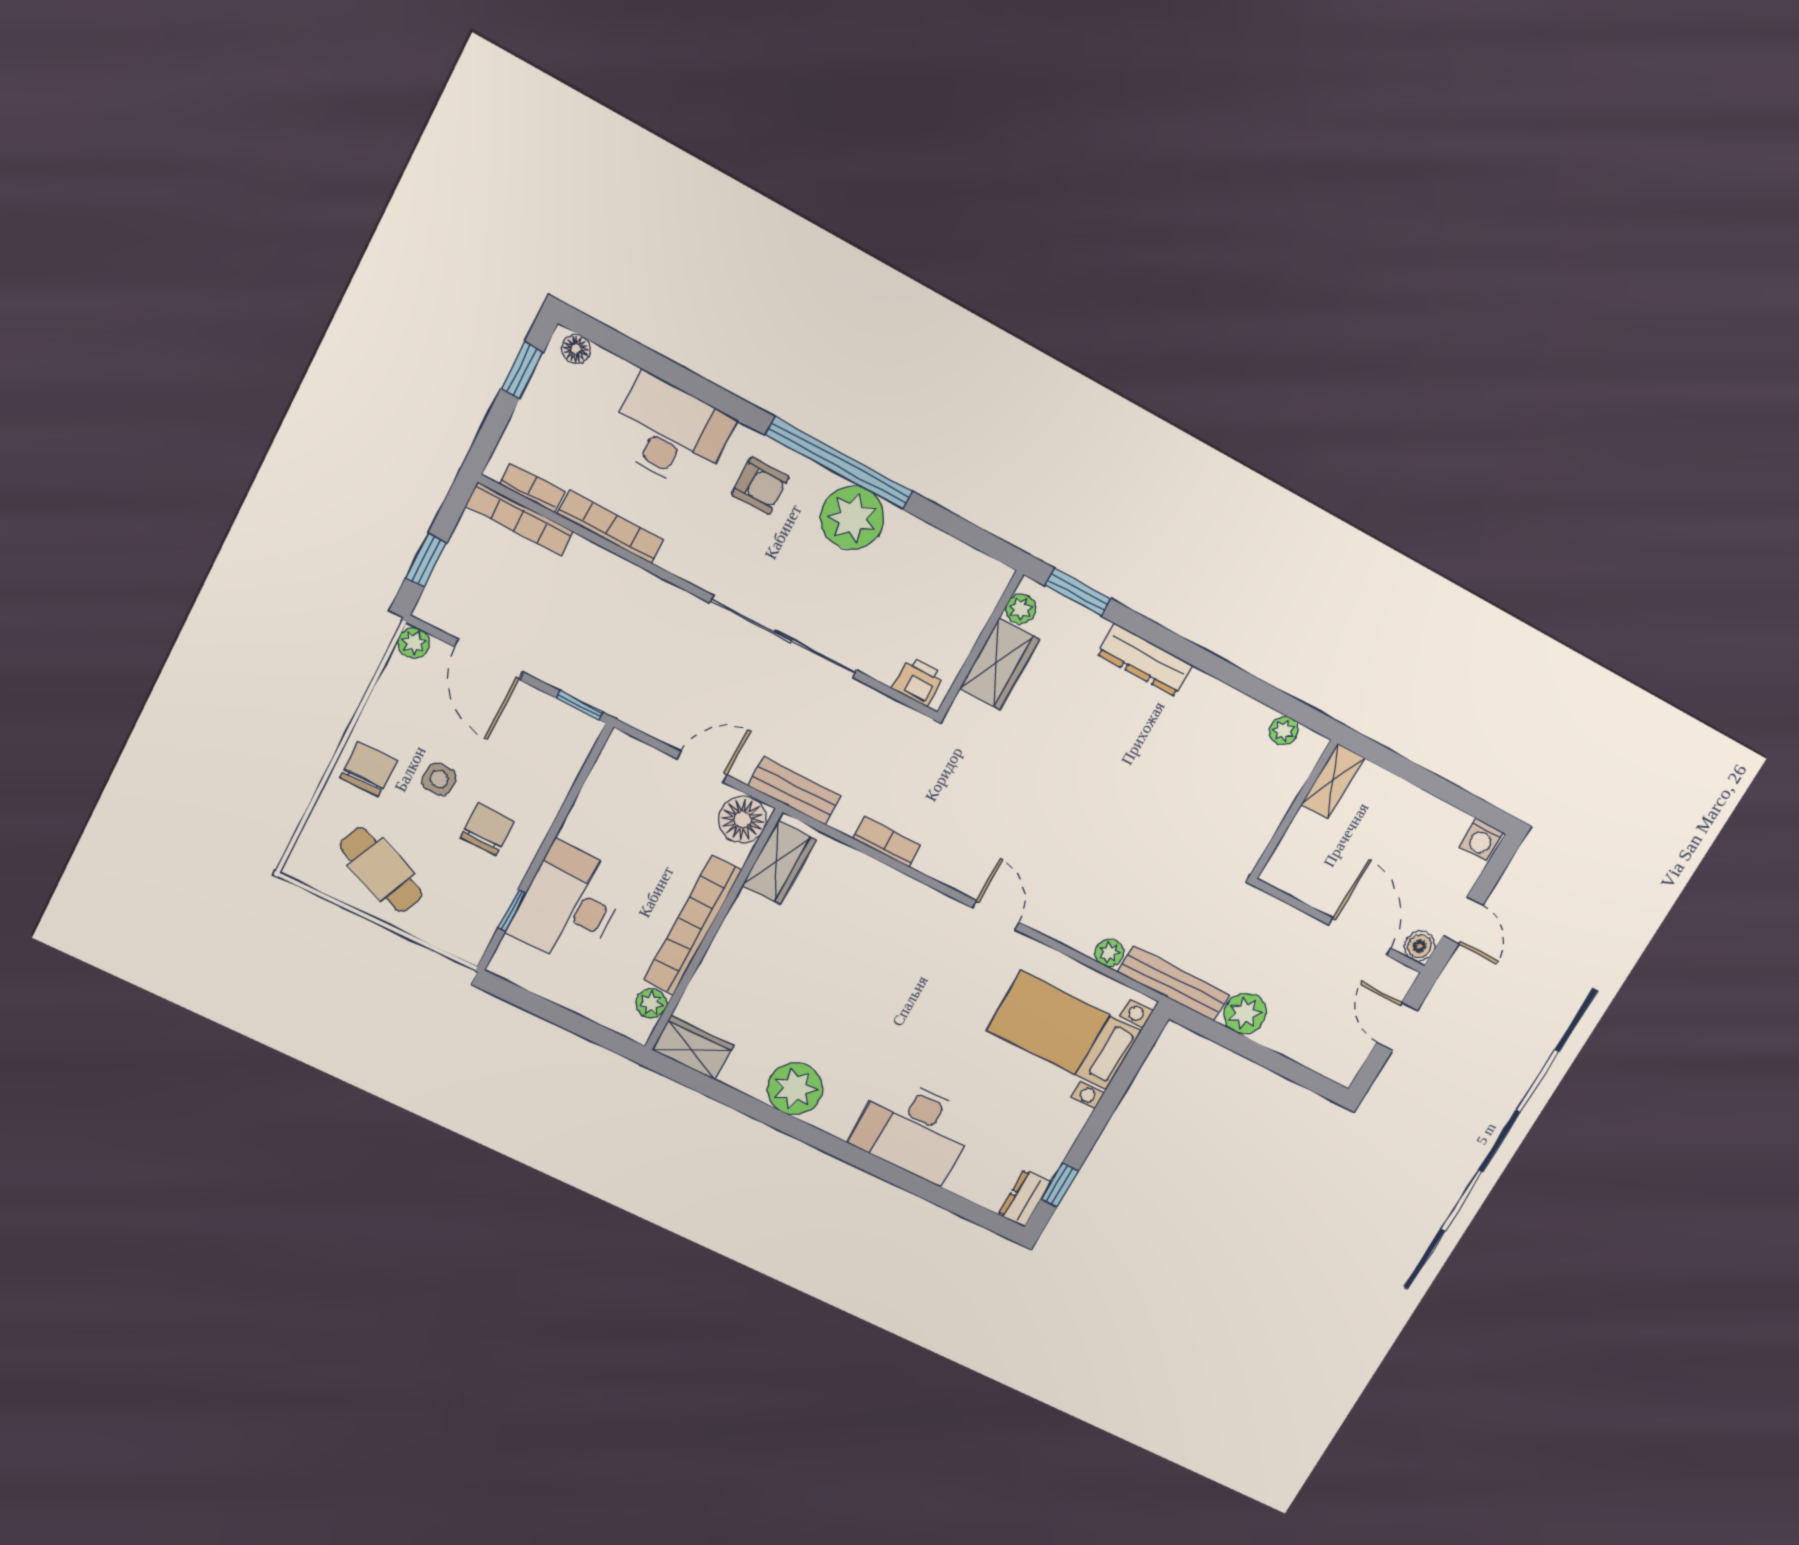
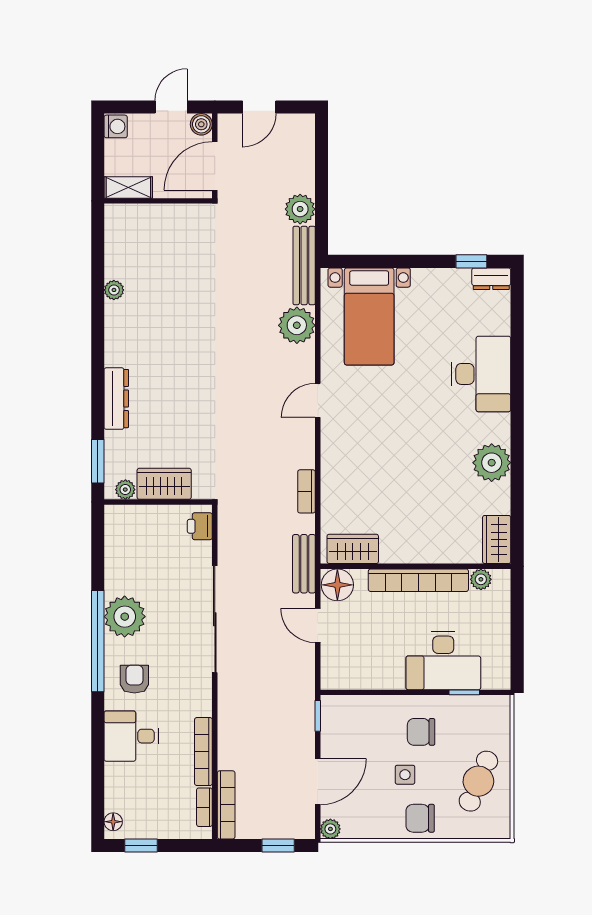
desk: (671, 432) -> (131, 736), width x0.73
shelving: (1333, 781) -> (128, 187), moved
wall: (1294, 810) -> (158, 201), moved
plant: (1109, 953) -> (297, 325), width x1.87, depth x1.87

